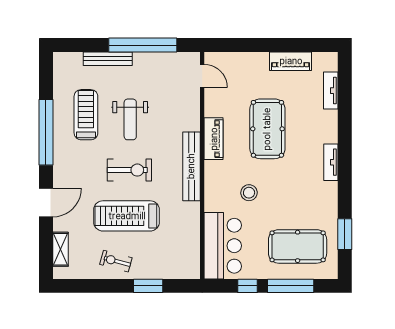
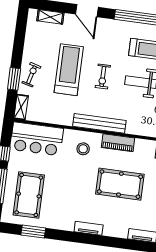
exercise bike: (129, 170) -> (103, 76), width x0.73, depth x0.72
stool: (249, 193) -> (83, 149), moved
exercise bike: (116, 261) -> (31, 75), moved
shelving: (184, 272) -> (21, 107), added

